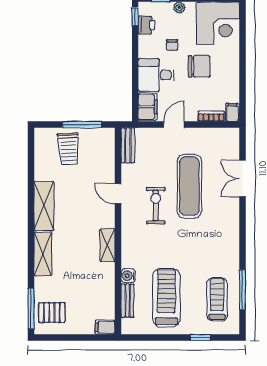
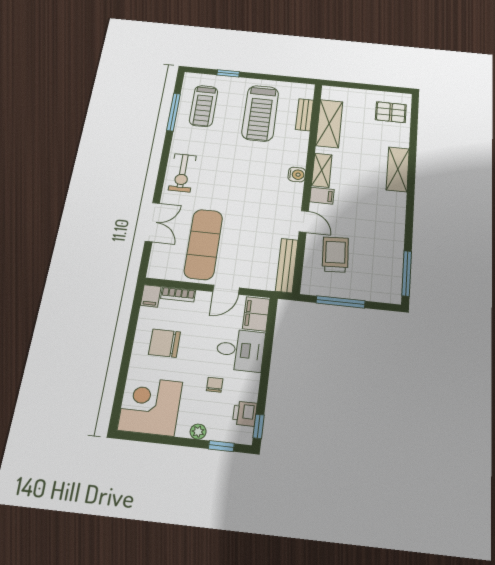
chair: (199, 66) -> (165, 343), moved
bench: (128, 145) -> (287, 265), width x1.36
trolley: (68, 149) -> (335, 255), moved
exercise mat: (189, 186) -> (203, 244), moved
shelving: (44, 206) -> (329, 124), moved
exercise bike: (156, 206) -> (182, 173), moved
water cooler: (128, 276) -> (297, 175), moved
window: (31, 309) -> (407, 273), moved
filing cabinet: (105, 327) -> (322, 196), moved

